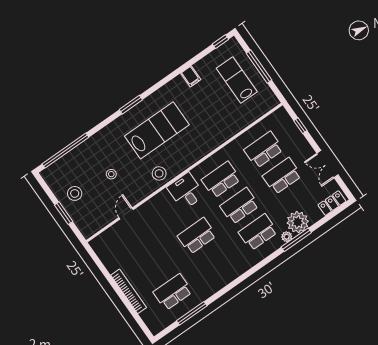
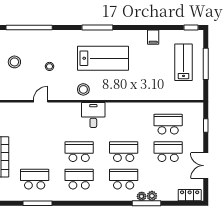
window: (131, 105) -> (97, 27), width x1.44
school desk: (221, 180) -> (79, 179), moved
plant: (298, 222) -> (152, 196), width x0.53, depth x0.53

